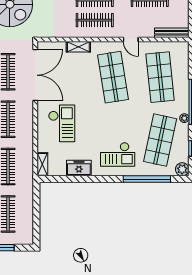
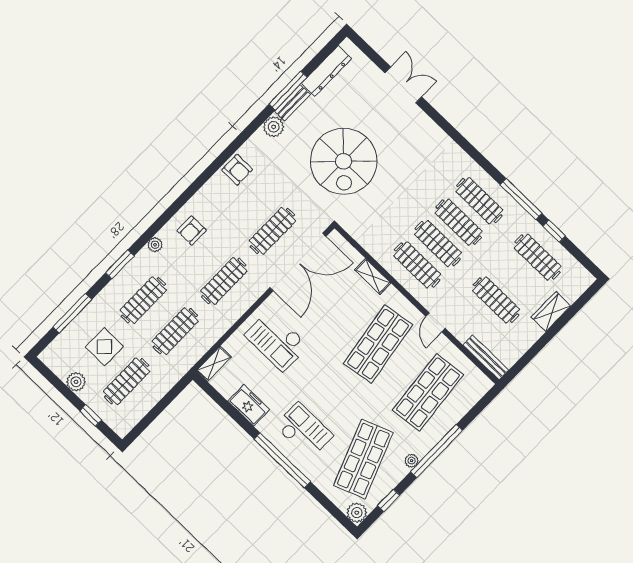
checkout: (62, 123) -> (277, 340), turned 90
shop shelf: (160, 140) -> (363, 459), turned -33
checkout: (118, 154) -> (304, 431), turned 180
window: (147, 179) -> (282, 460), moved

